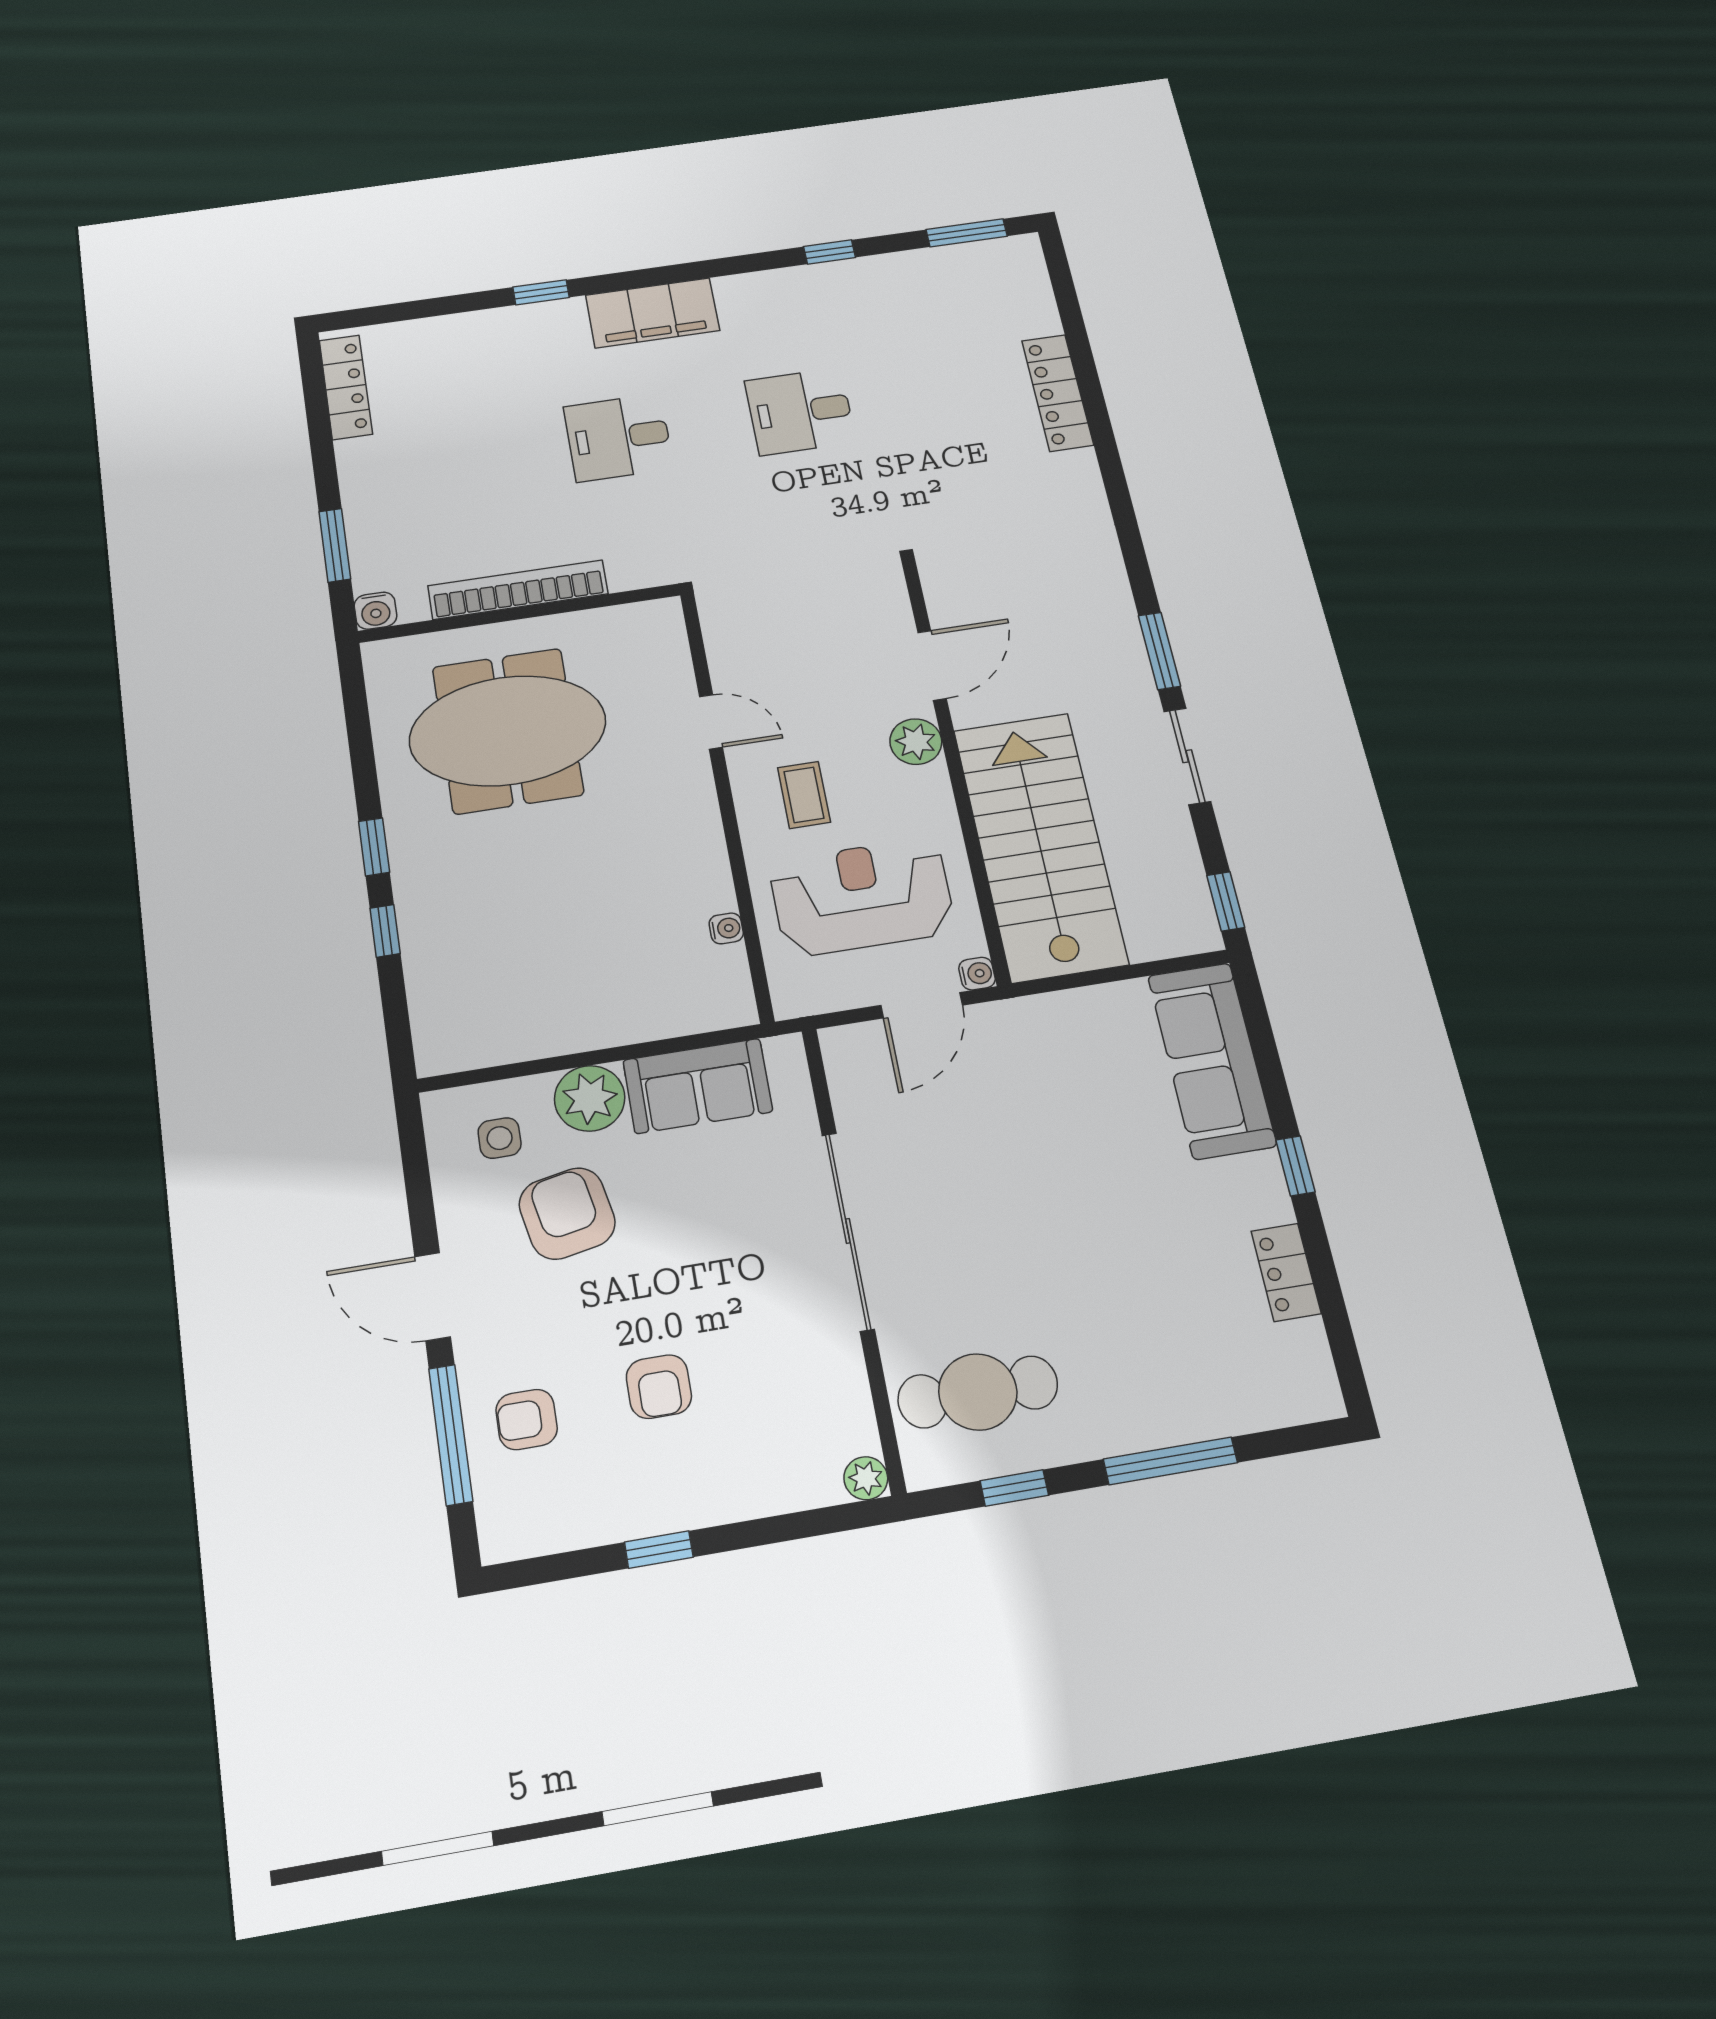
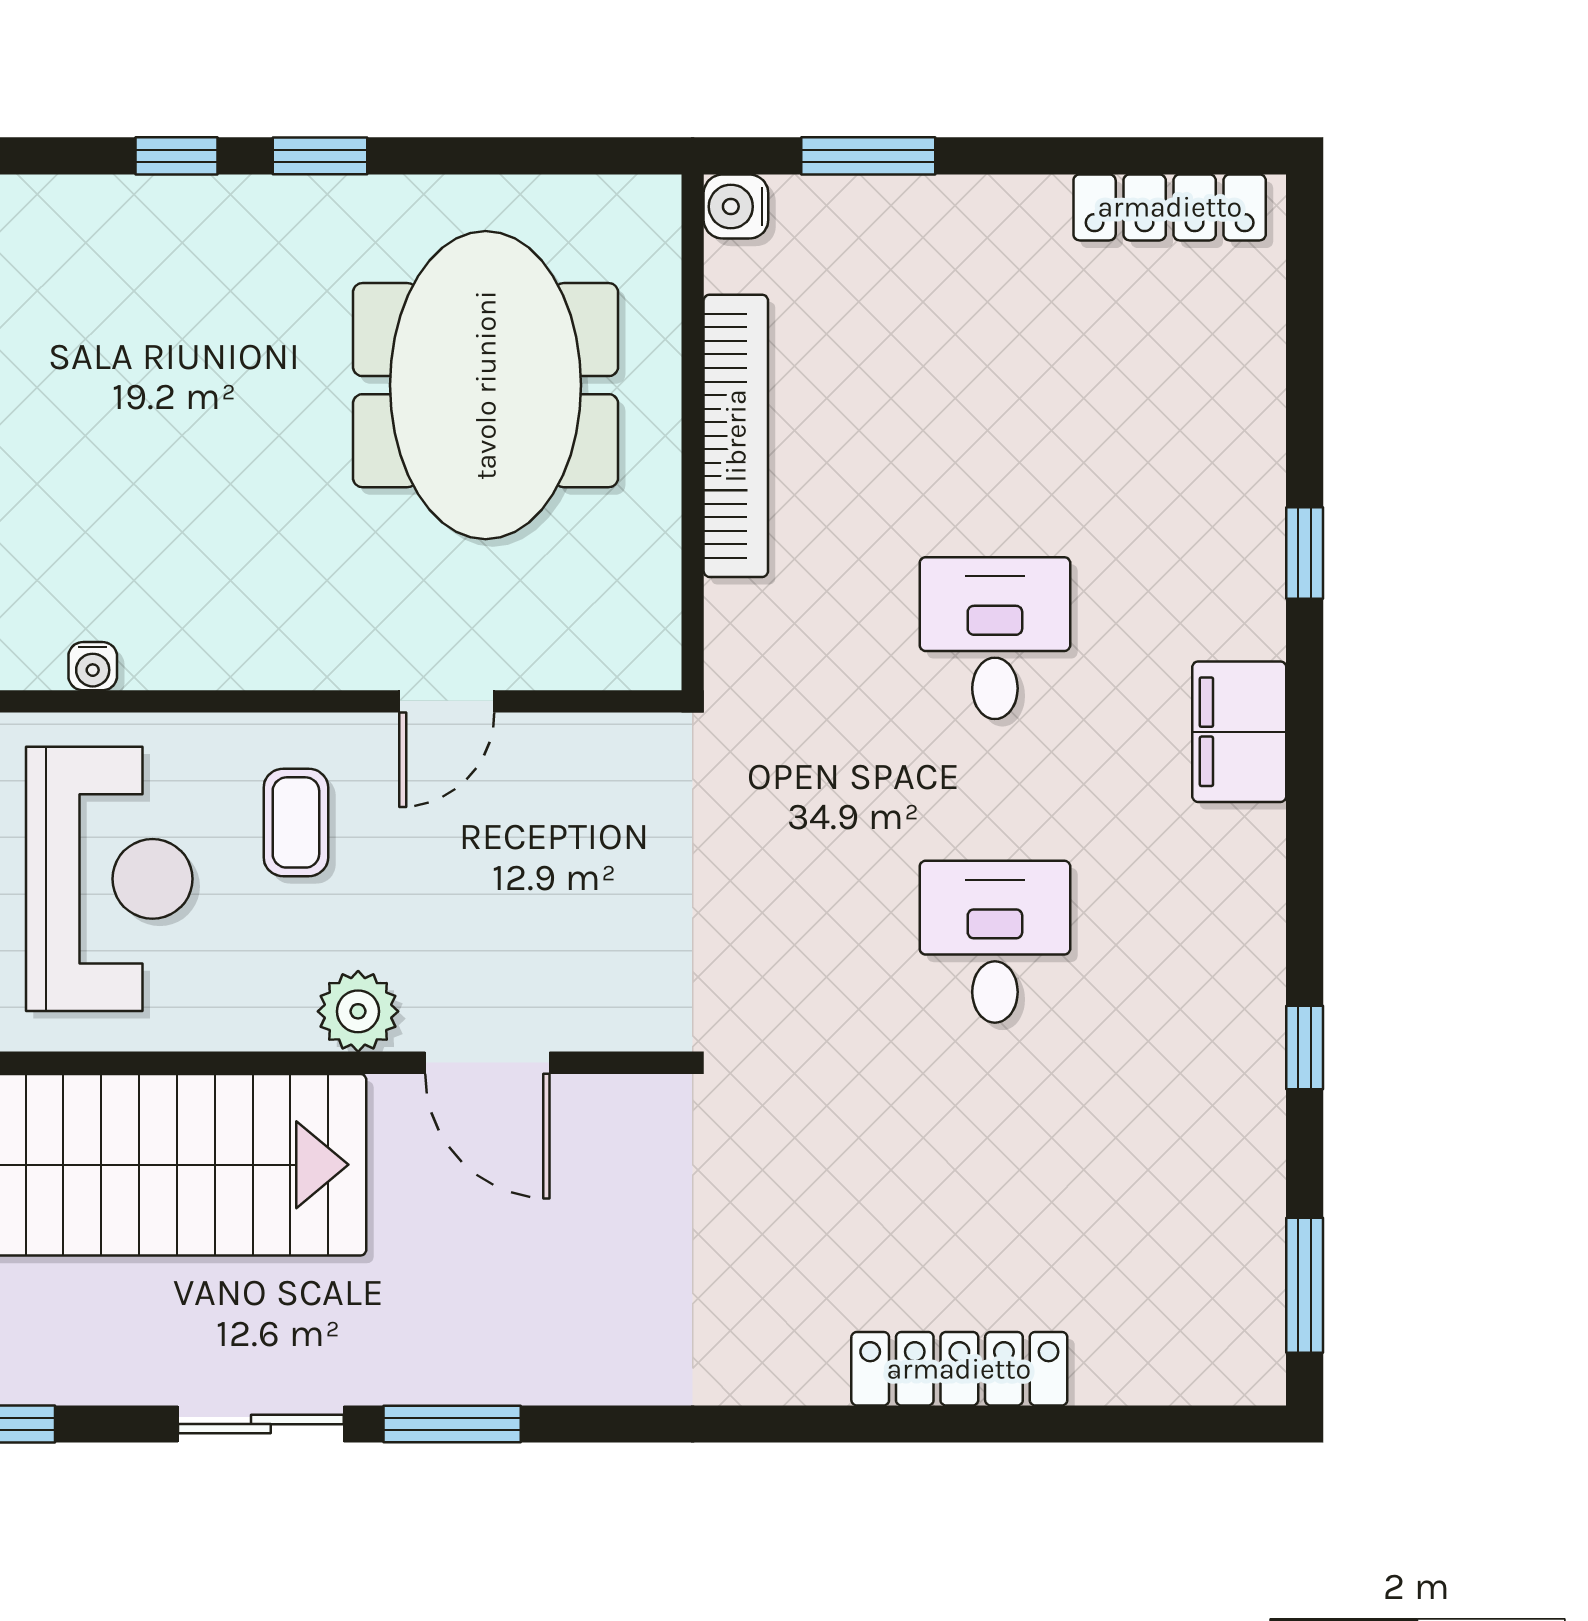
filing cabinet: (652, 313) -> (1239, 732), width x0.67, depth x0.86
coffee table: (804, 795) -> (296, 822), turned 90

